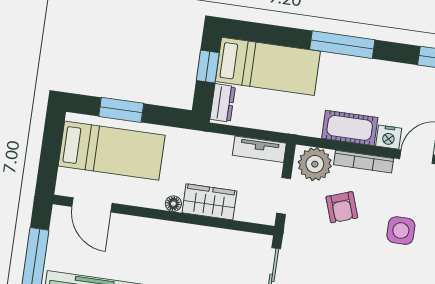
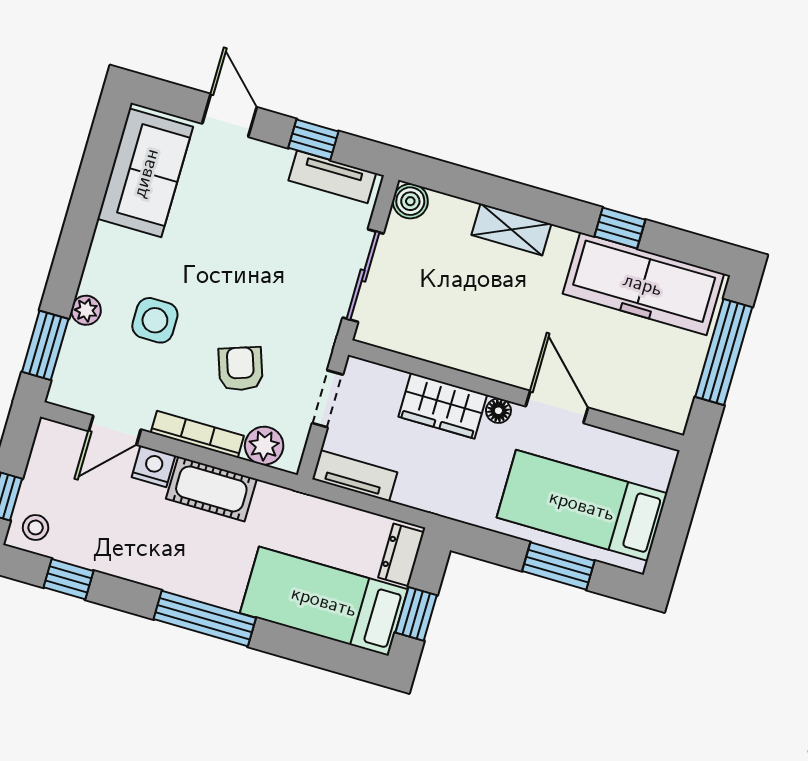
plant: (315, 164) -> (264, 446), width x0.73, depth x0.73
door: (92, 205) -> (557, 407), moved

